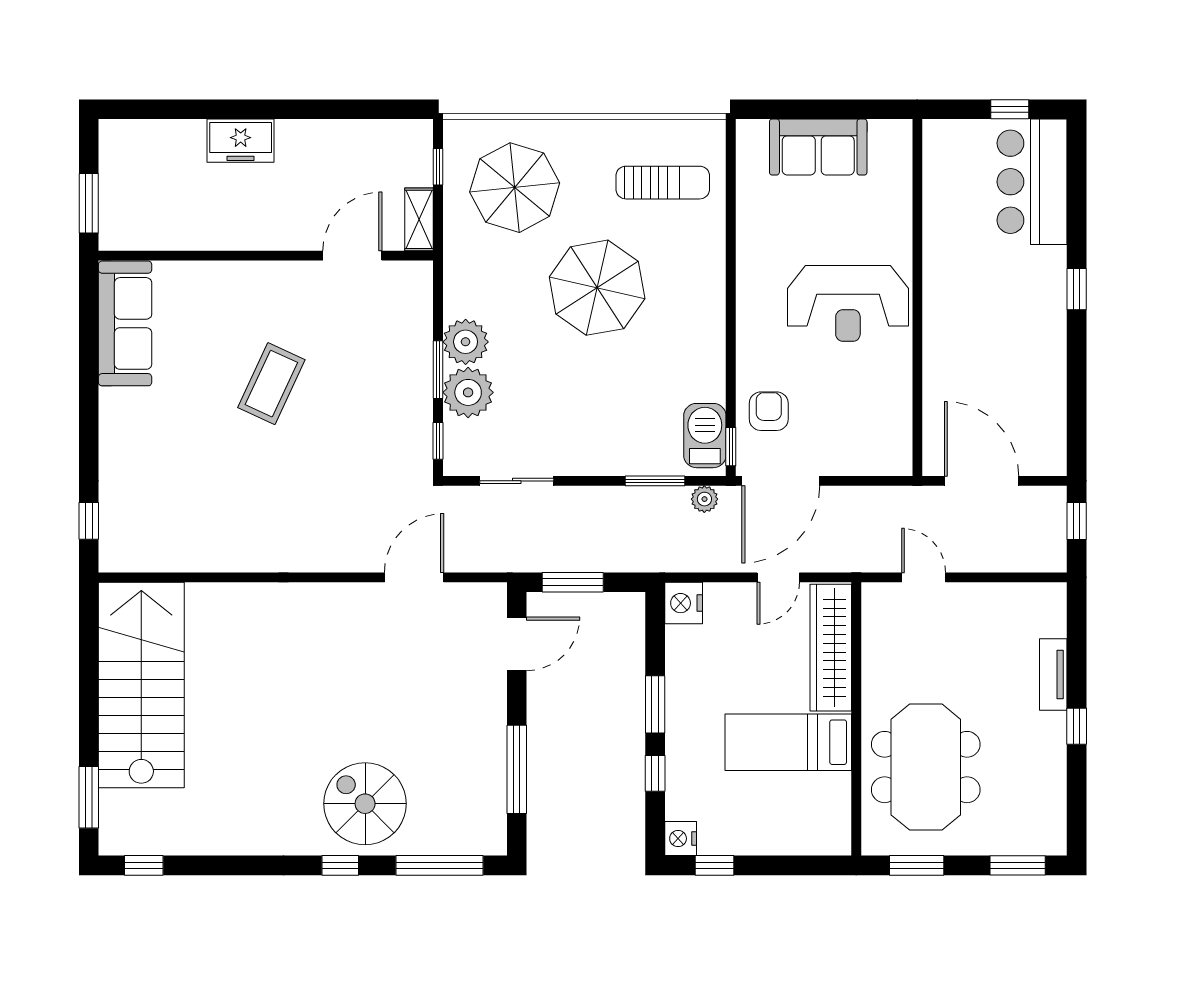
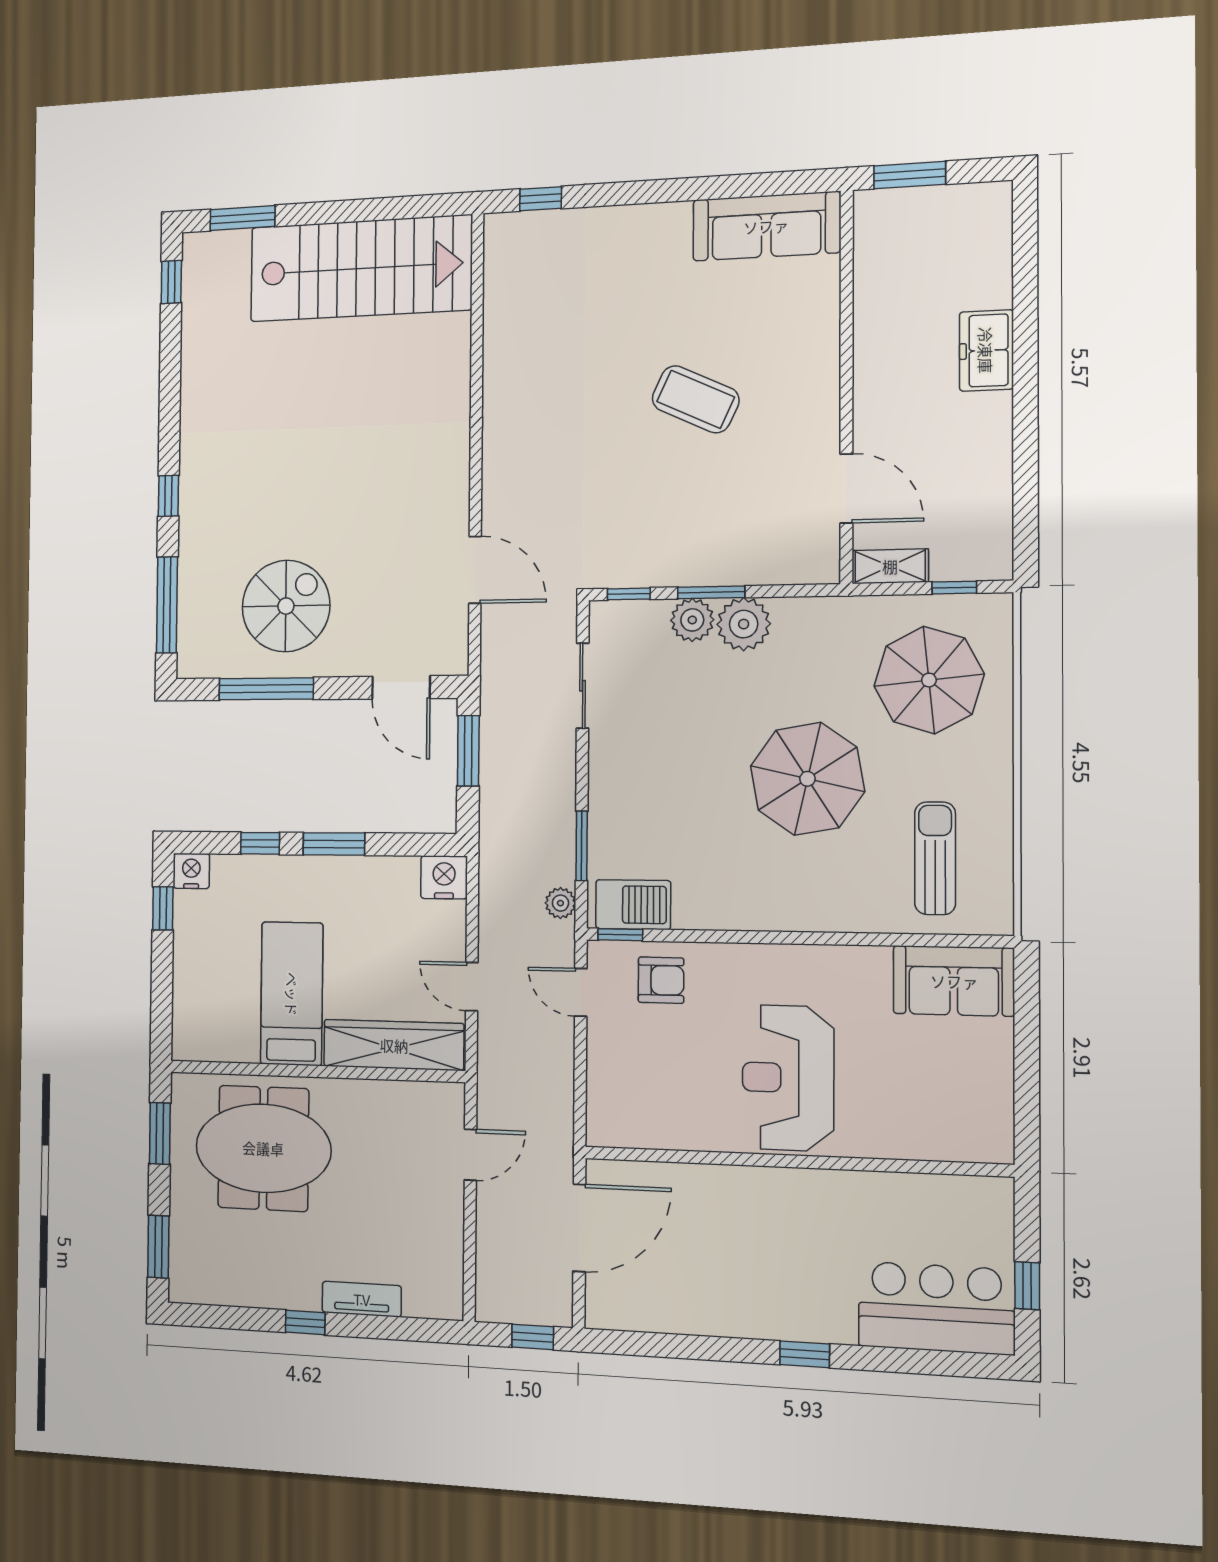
sofa: (818, 147) -> (954, 981), moved, turned -90
sun lounger: (663, 183) -> (935, 858), turned 180
plant: (468, 392) -> (692, 620), width x0.73, depth x0.73
door: (781, 481) -> (581, 992), width x0.53
spiral stairs: (365, 804) -> (286, 606), moved

